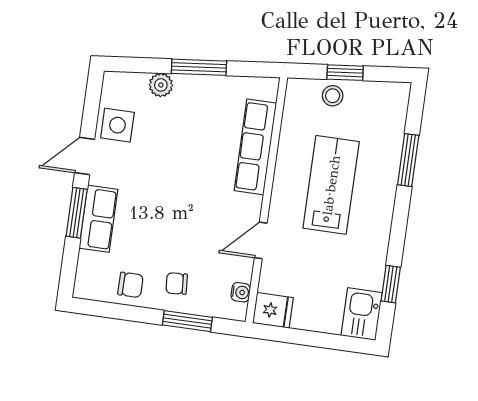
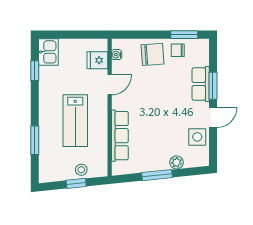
chair: (177, 284) -> (152, 54), width x1.87, depth x1.87
fridge: (273, 310) -> (97, 60), moved
window: (187, 321) -> (184, 35), moved

